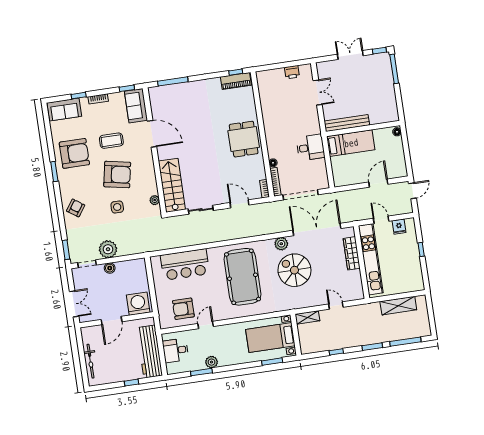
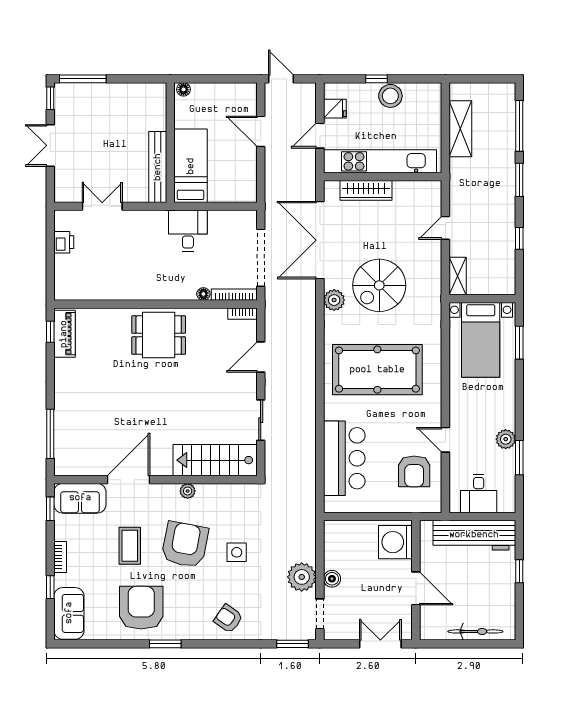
plant: (155, 200) -> (188, 491), moved
stool: (412, 260) -> (390, 96), added

